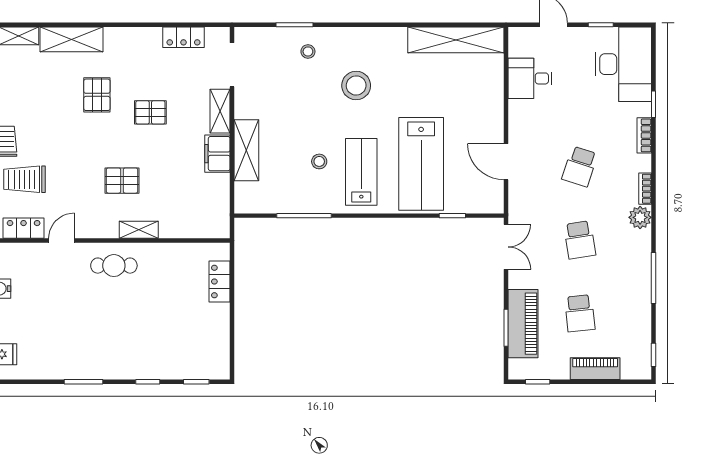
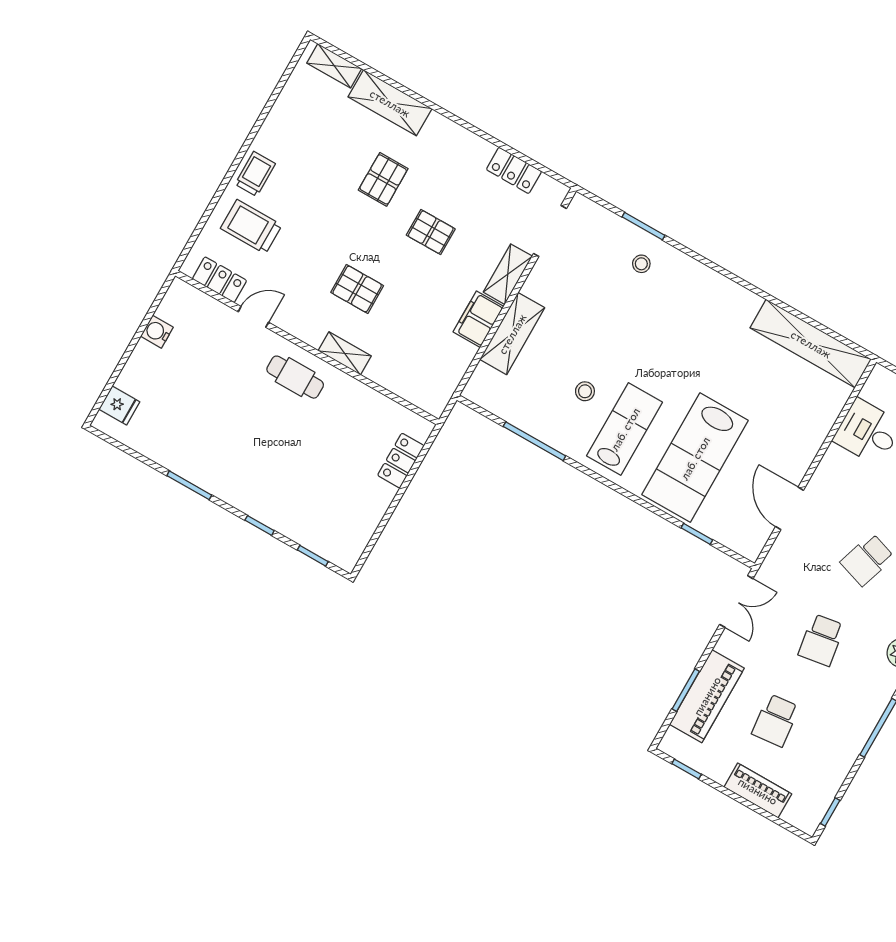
stool: (356, 86) -> (673, 331), removed

